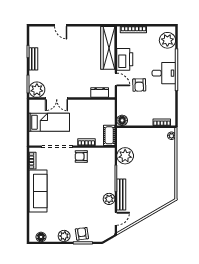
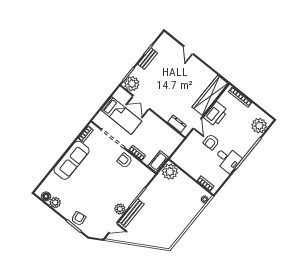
desk: (164, 73) -> (228, 159), moved
floor lamp: (122, 120) -> (177, 158), removed
plant: (125, 156) -> (170, 172), moved
plant: (64, 236) -> (55, 203), moved

